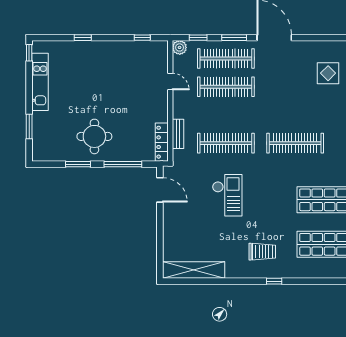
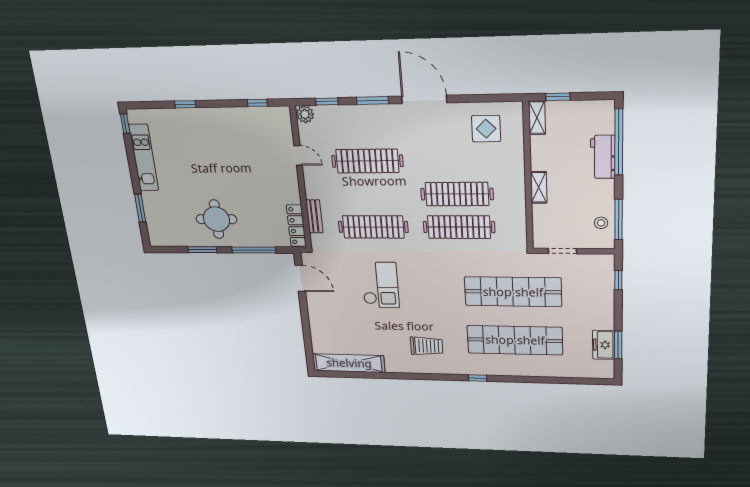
clothes rail: (226, 59) -> (457, 194), moved
display table: (328, 73) -> (486, 129), moved
window: (274, 281) -> (478, 378), moved

